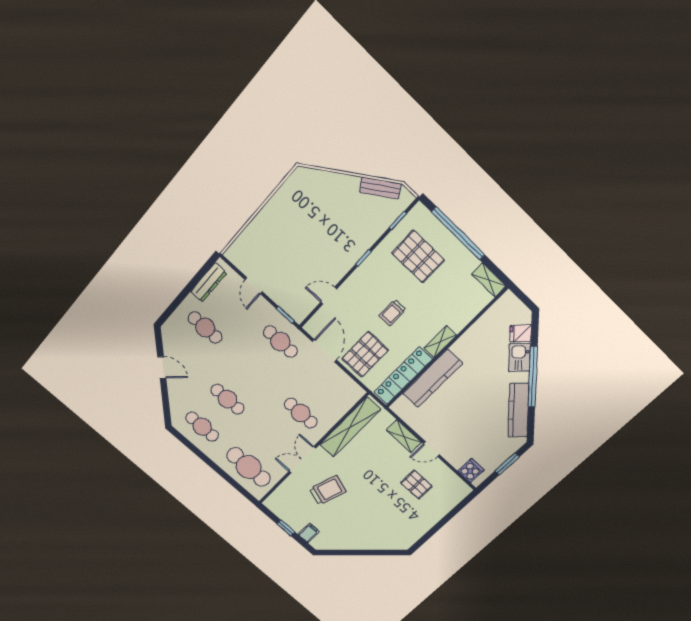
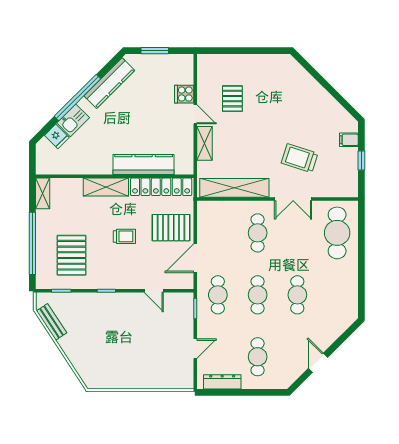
shelving: (440, 342) -> (106, 187), width x1.50, depth x1.33
cafe table: (202, 427) -> (258, 295), moved
cooker: (471, 470) -> (184, 94), moved

